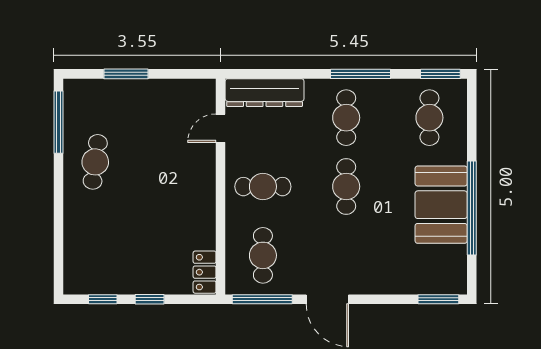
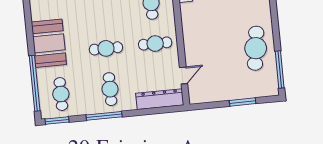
cafe table: (95, 162) -> (256, 48), width x1.37, depth x1.35
cafe table: (346, 187) -> (106, 48), turned 90
window: (472, 208) -> (35, 83), moved

